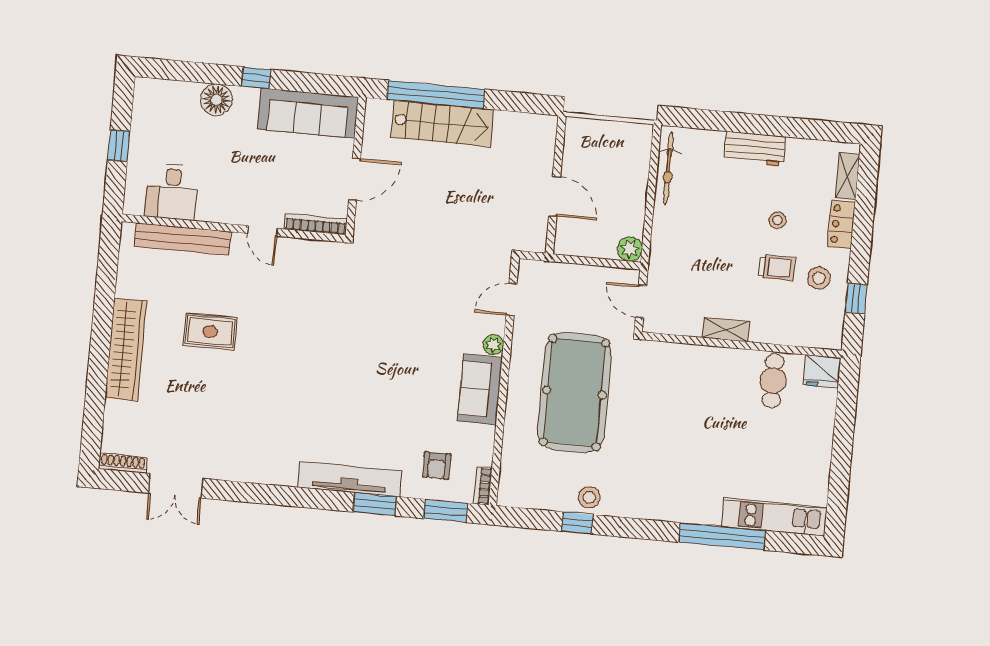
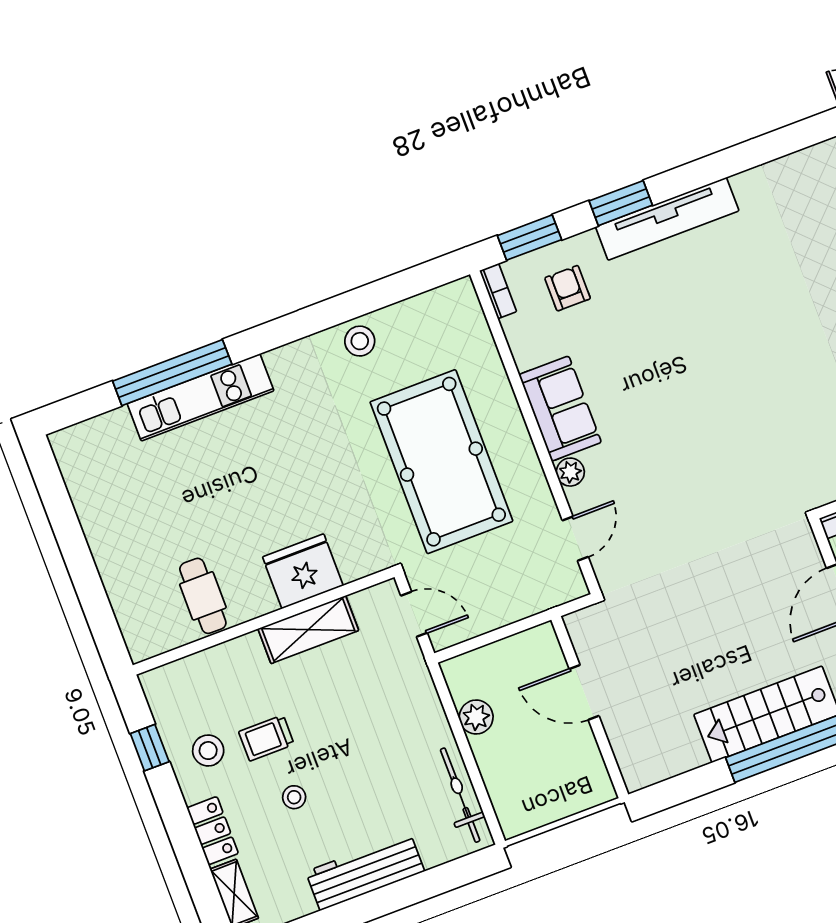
workbench: (755, 149) -> (365, 871), width x1.38
plant: (630, 249) -> (476, 717), moved
shelving: (726, 330) -> (308, 630), width x1.50, depth x1.33
fridge: (822, 371) -> (303, 571), moved, width x1.36, depth x1.34
kitchen unit: (774, 517) -> (201, 397), moved
window: (577, 523) -> (359, 302), removed

